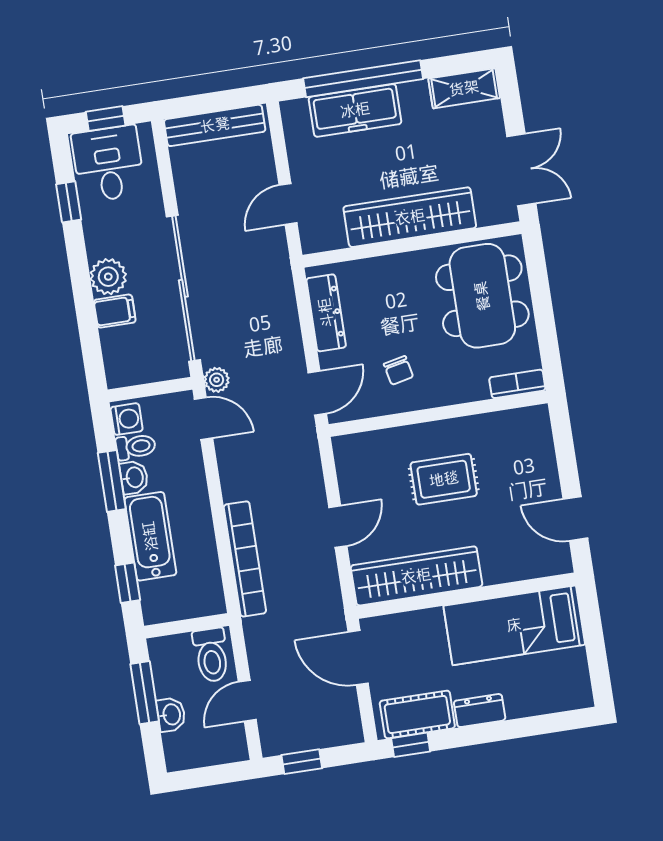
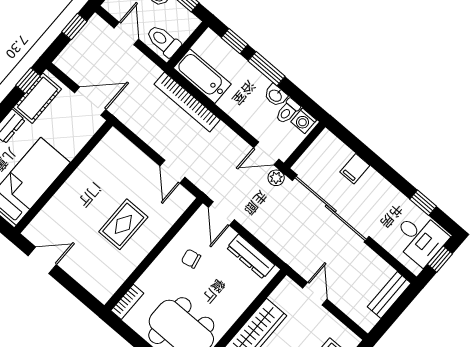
bench: (215, 125) -> (389, 295), width x0.73
plant: (108, 277) -> (372, 183), removed
window: (112, 481) -> (267, 69), moved
door: (338, 527) -> (172, 172), moved
bathtub: (150, 536) -> (202, 76), moved, turned 180
wardrobe: (416, 576) -> (96, 166), removed

